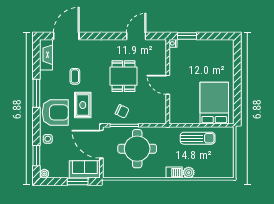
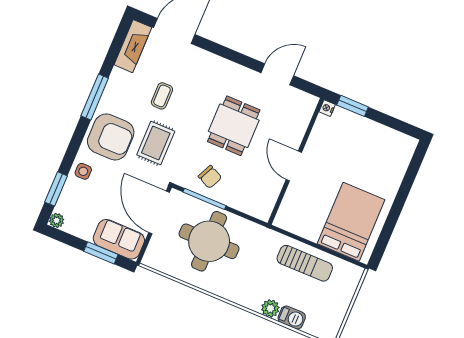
barbecue: (174, 173) -> (292, 317), moved

